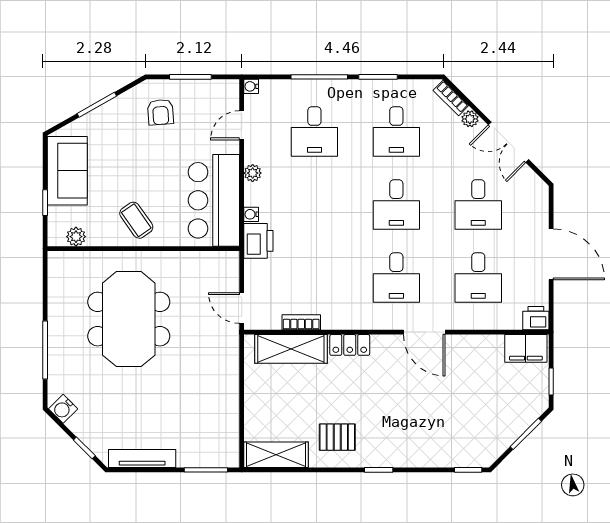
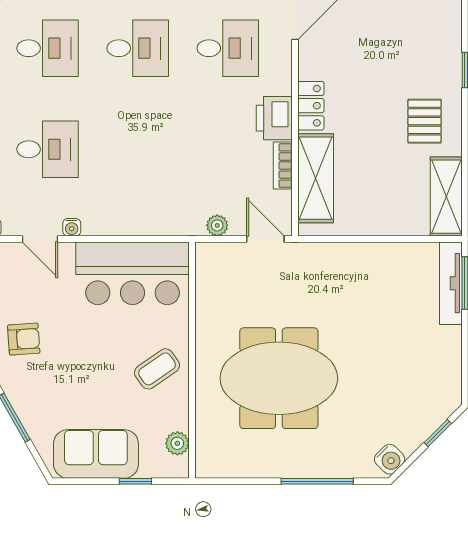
plant: (253, 173) -> (217, 225), moved
water cooler: (251, 214) -> (72, 227), moved
printer: (258, 241) -> (274, 118), moved, turned -90
door: (242, 308) -> (265, 239), swing flipped
tv unit: (142, 459) -> (451, 283), moved

